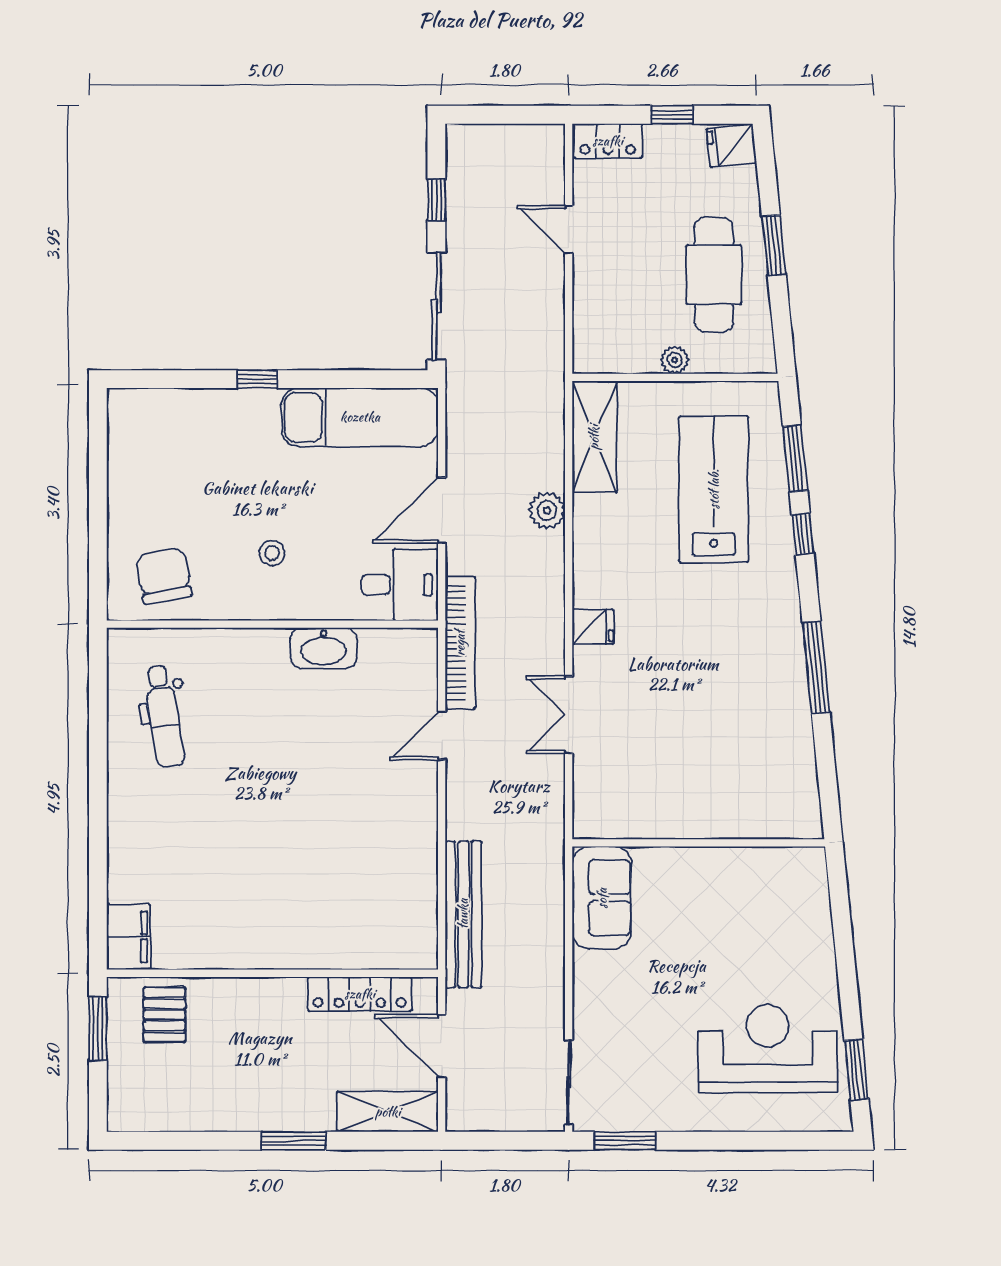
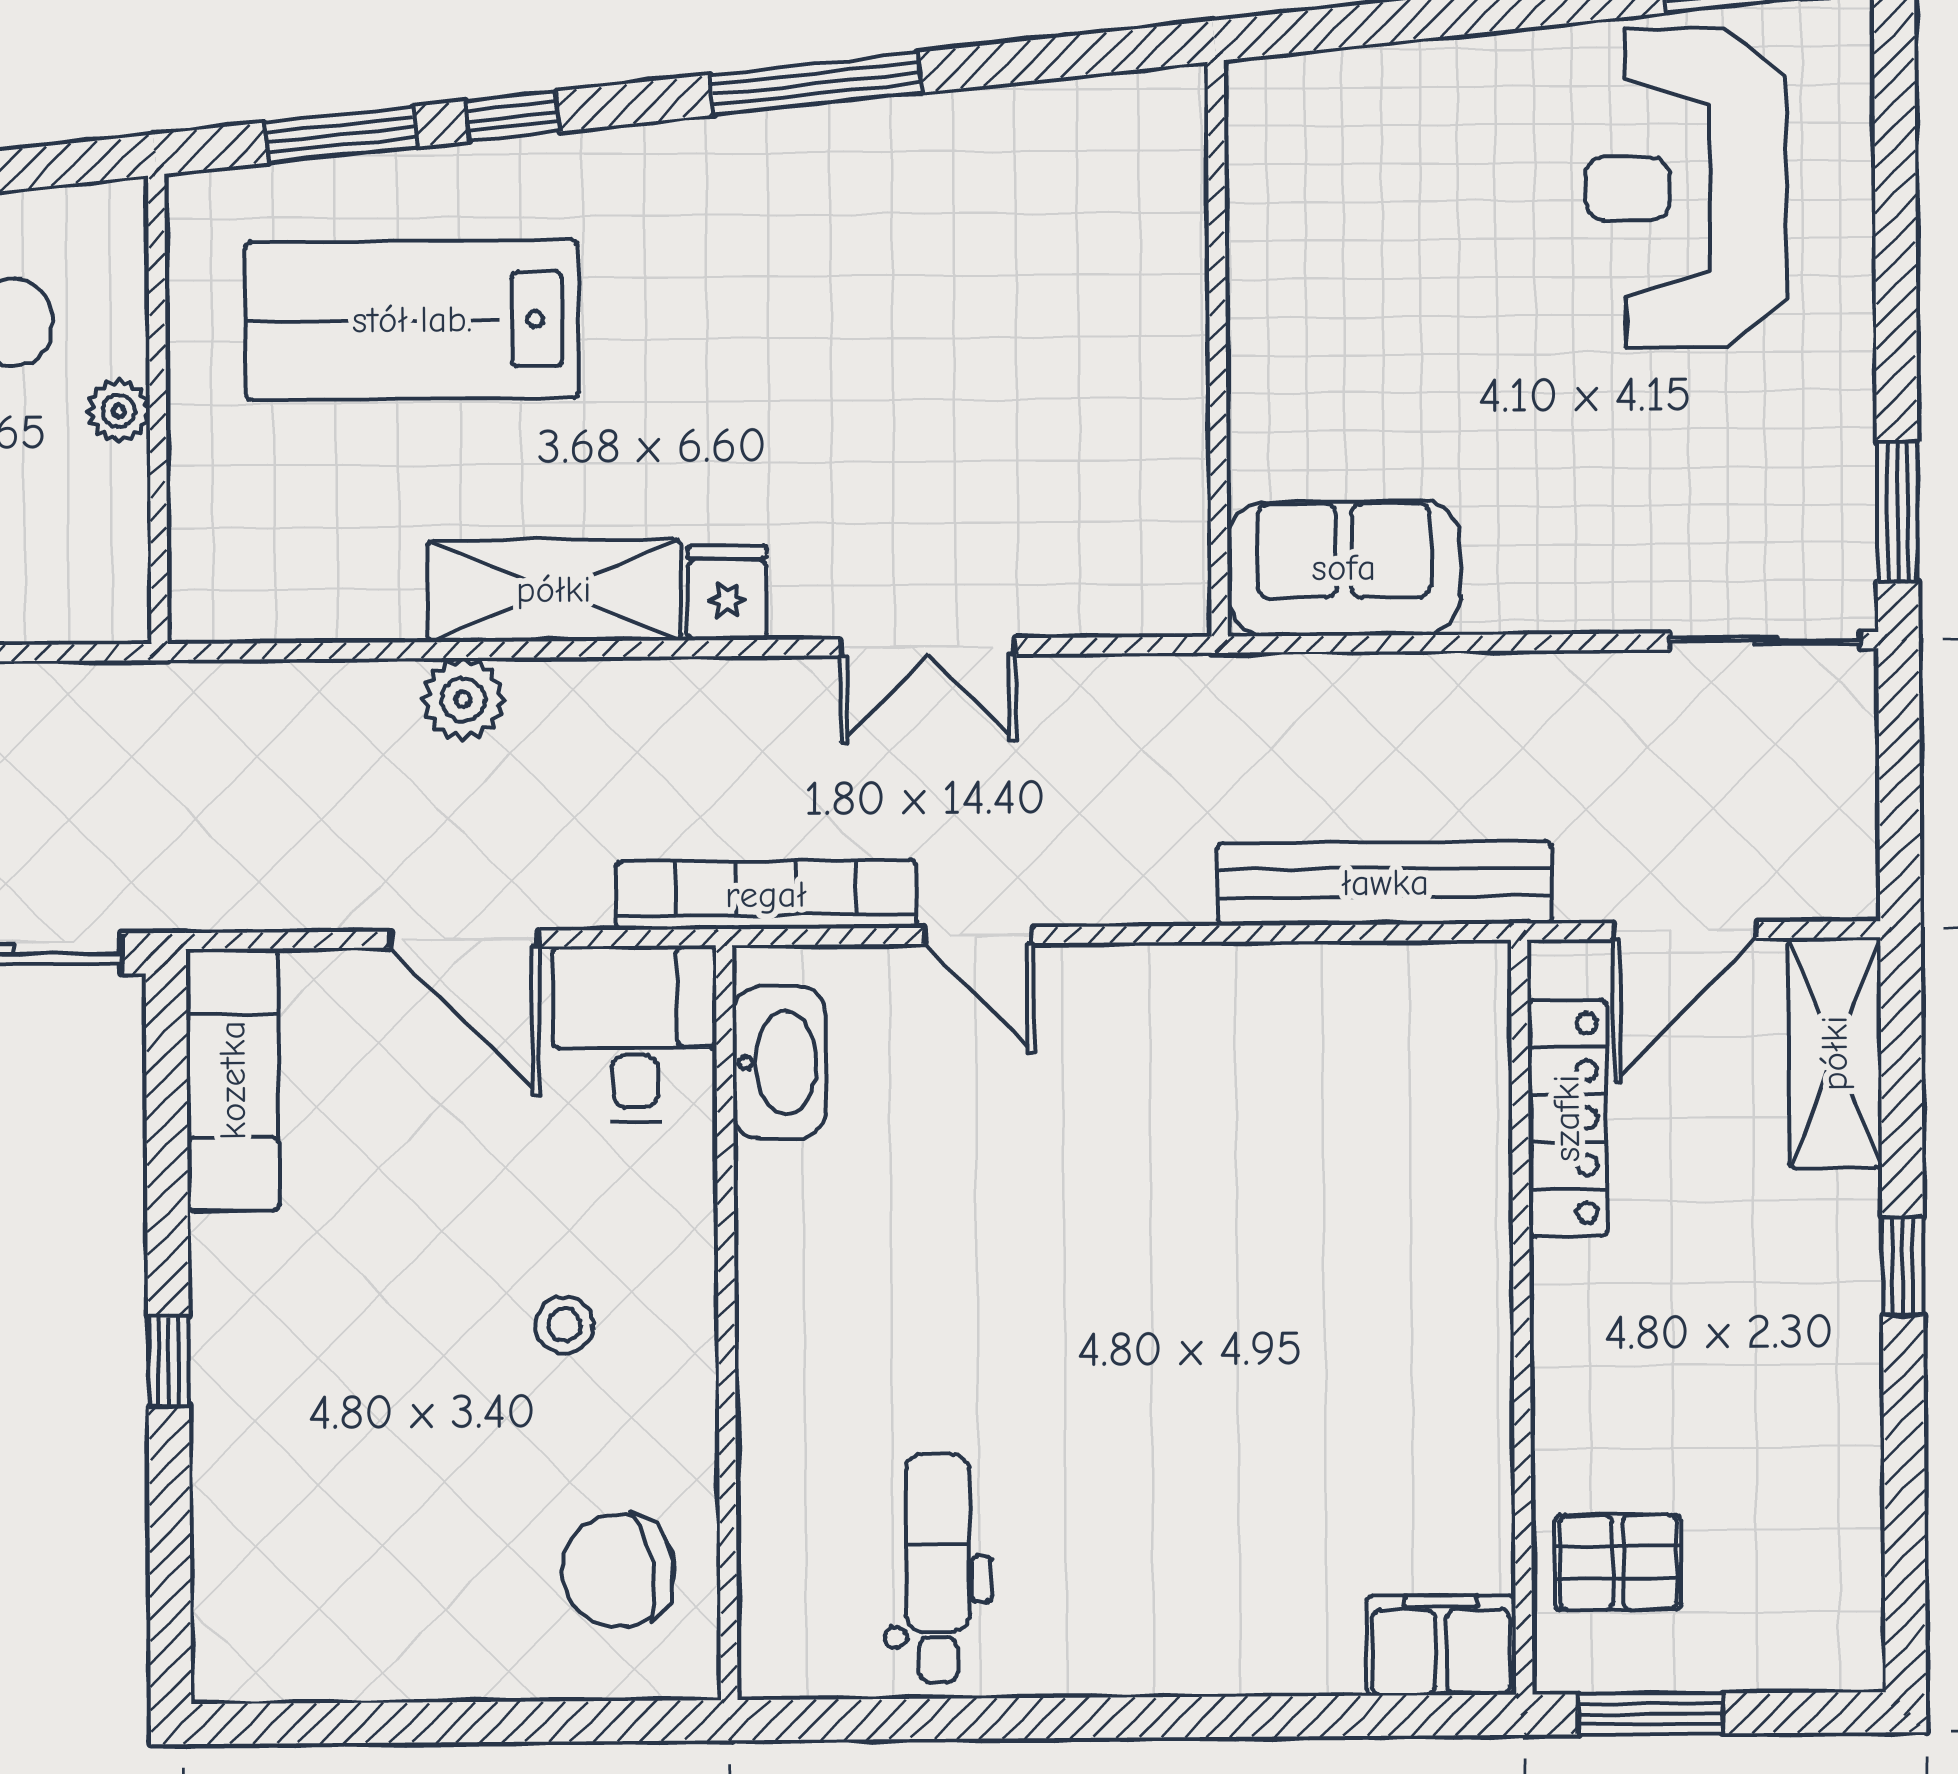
exam couch: (360, 417) -> (233, 1080), width x0.73, depth x0.69
shelving: (594, 437) -> (554, 590), moved
washbasin: (324, 648) -> (779, 1063), moved
dental chair: (164, 716) -> (938, 1568), turned -81
window: (294, 1141) -> (1903, 1266), width x0.67

